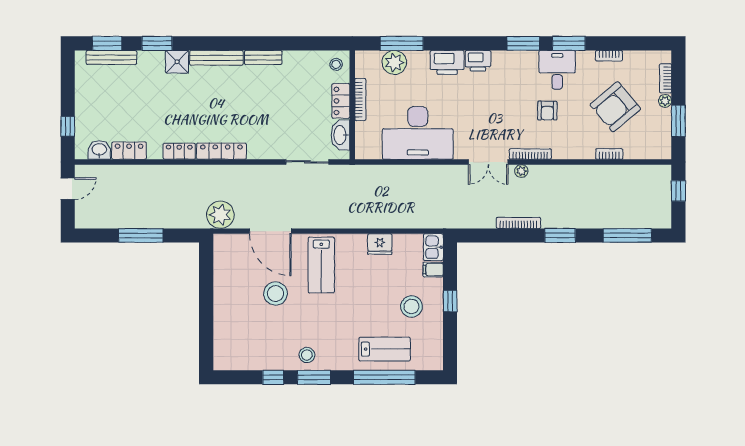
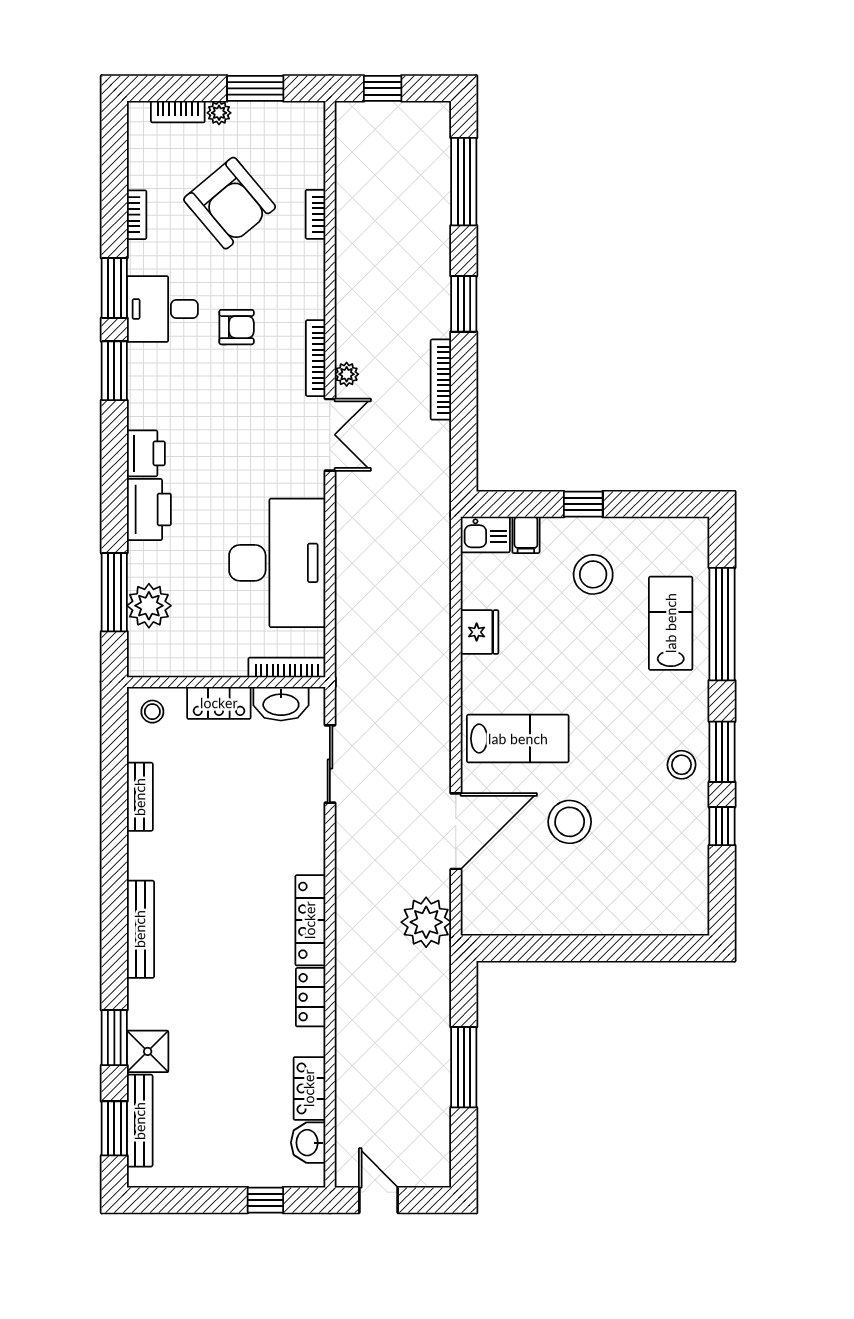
bench: (263, 57) -> (140, 797), moved
shower: (177, 62) -> (148, 1051), moved
bookcase: (360, 100) -> (287, 667), moved

